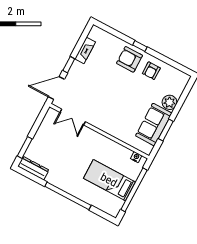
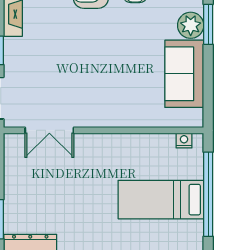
window: (166, 130) -> (208, 24), moved

